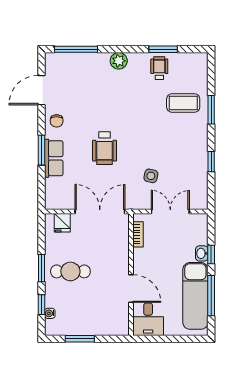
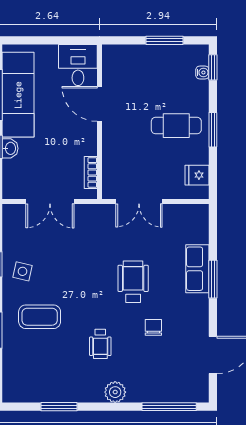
wheelchair: (159, 68) -> (100, 344), moved
coffee table: (183, 103) -> (40, 317), moved
chair: (57, 121) -> (153, 327), moved
side table: (151, 176) -> (23, 271), moved
double door: (100, 211) -> (139, 202), width x0.73
fridge: (62, 223) -> (197, 175), moved, turned -90
window: (41, 305) -> (213, 67), moved

